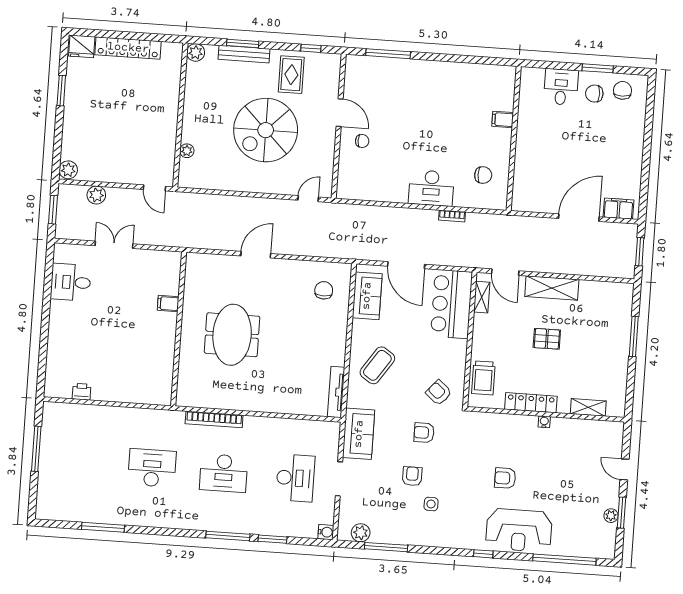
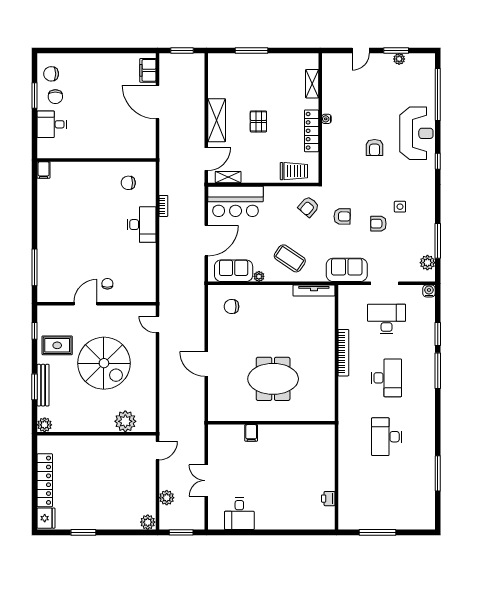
filing cabinet: (503, 119) -> (44, 170), moved
plant: (187, 151) -> (125, 421), width x1.88, depth x1.88
chair: (483, 175) -> (128, 183), turned -90
plant: (358, 326) -> (259, 276), added
bookcase: (214, 419) -> (343, 353), moved
armchair: (424, 433) -> (342, 216), turned -89

